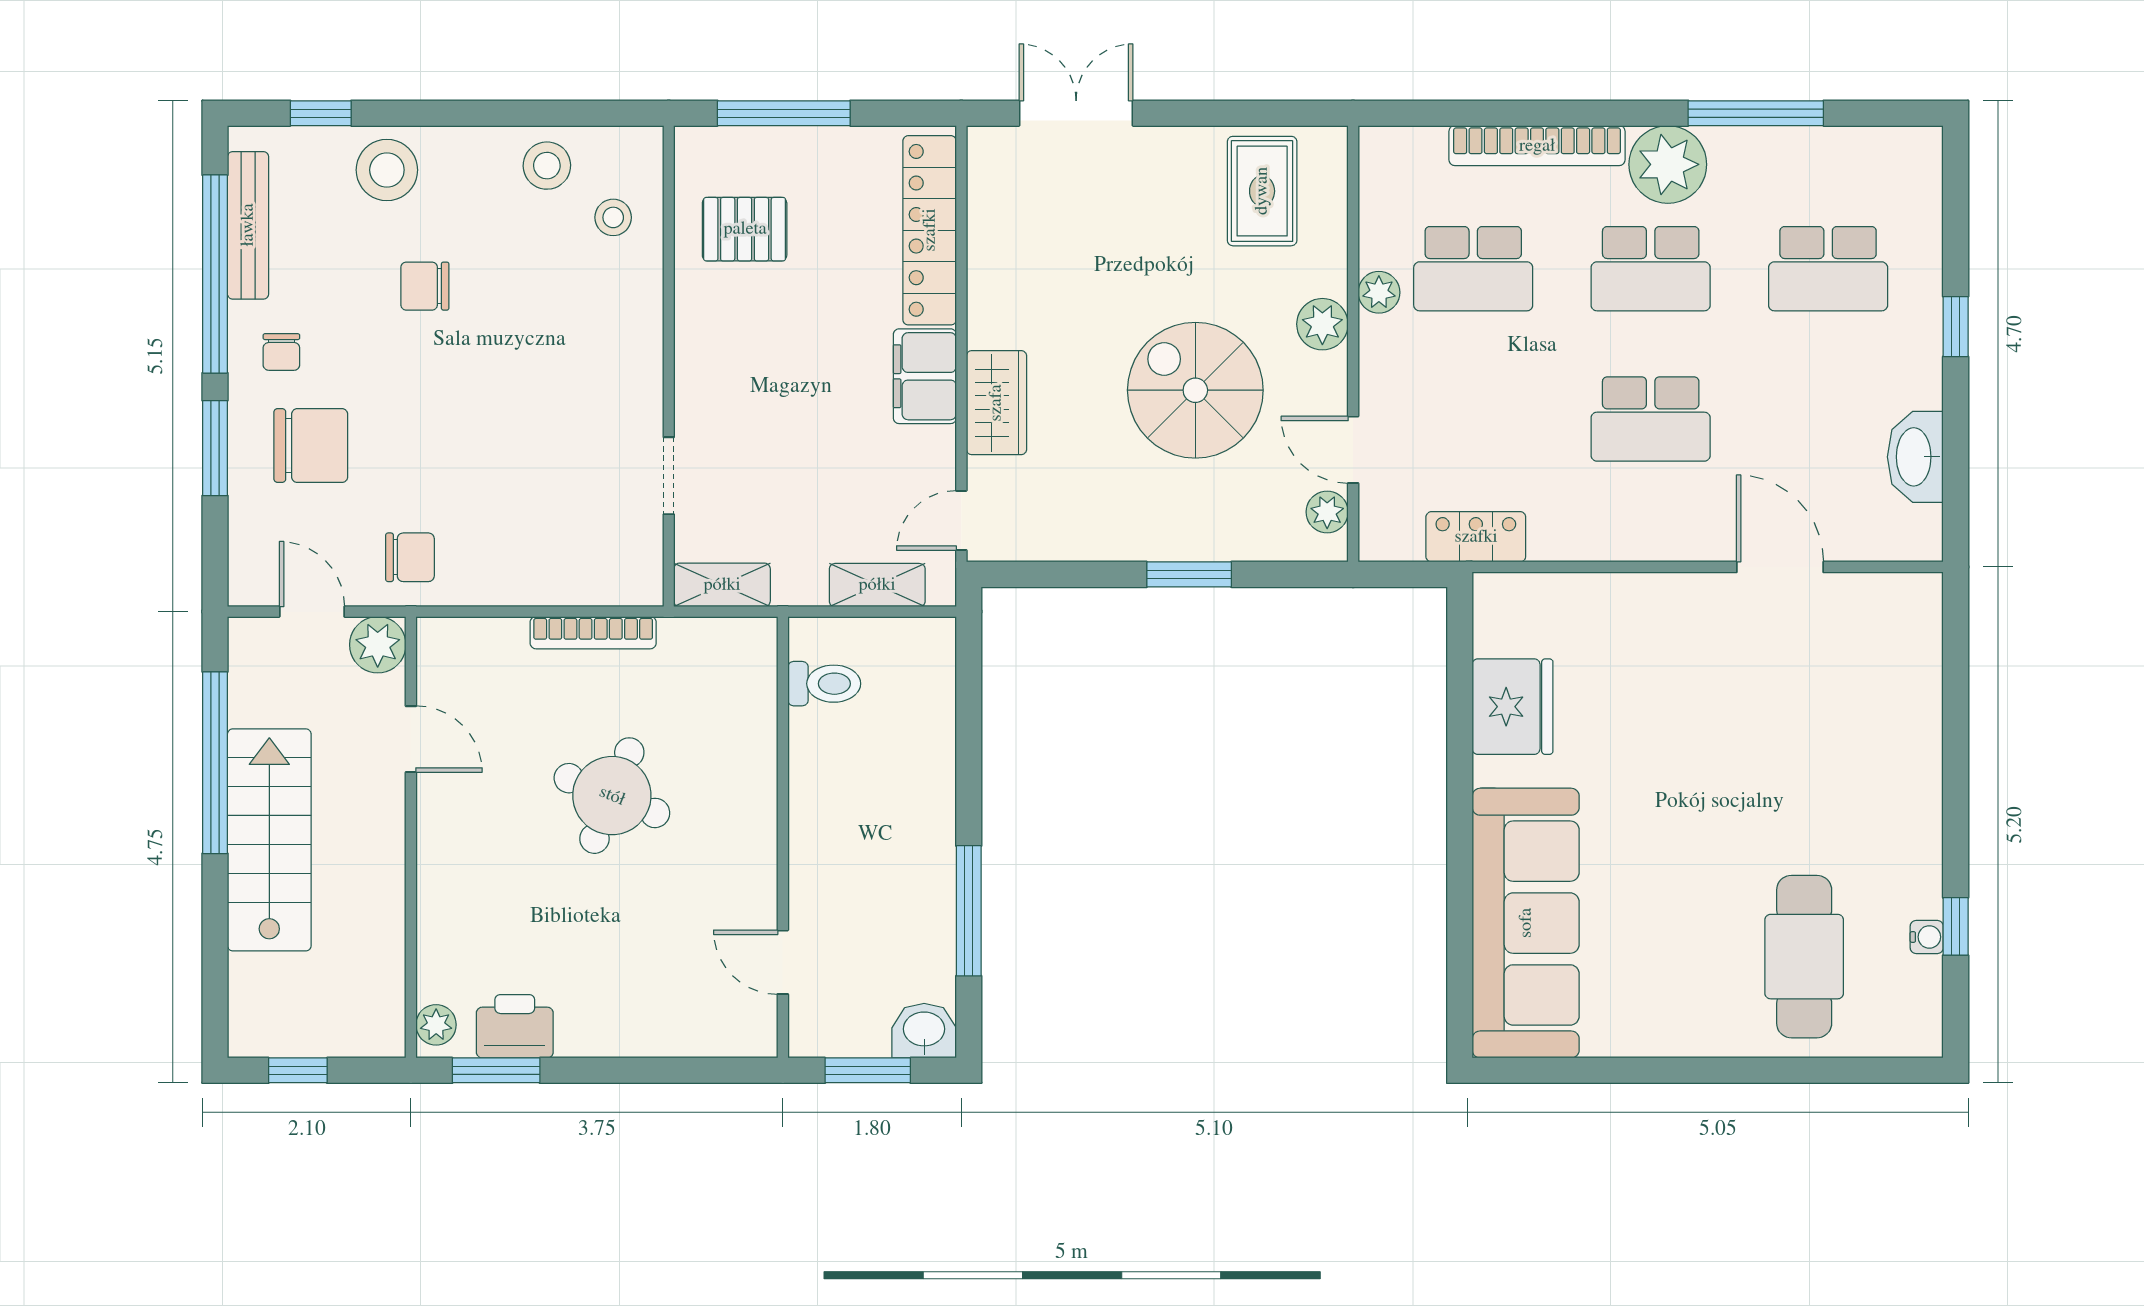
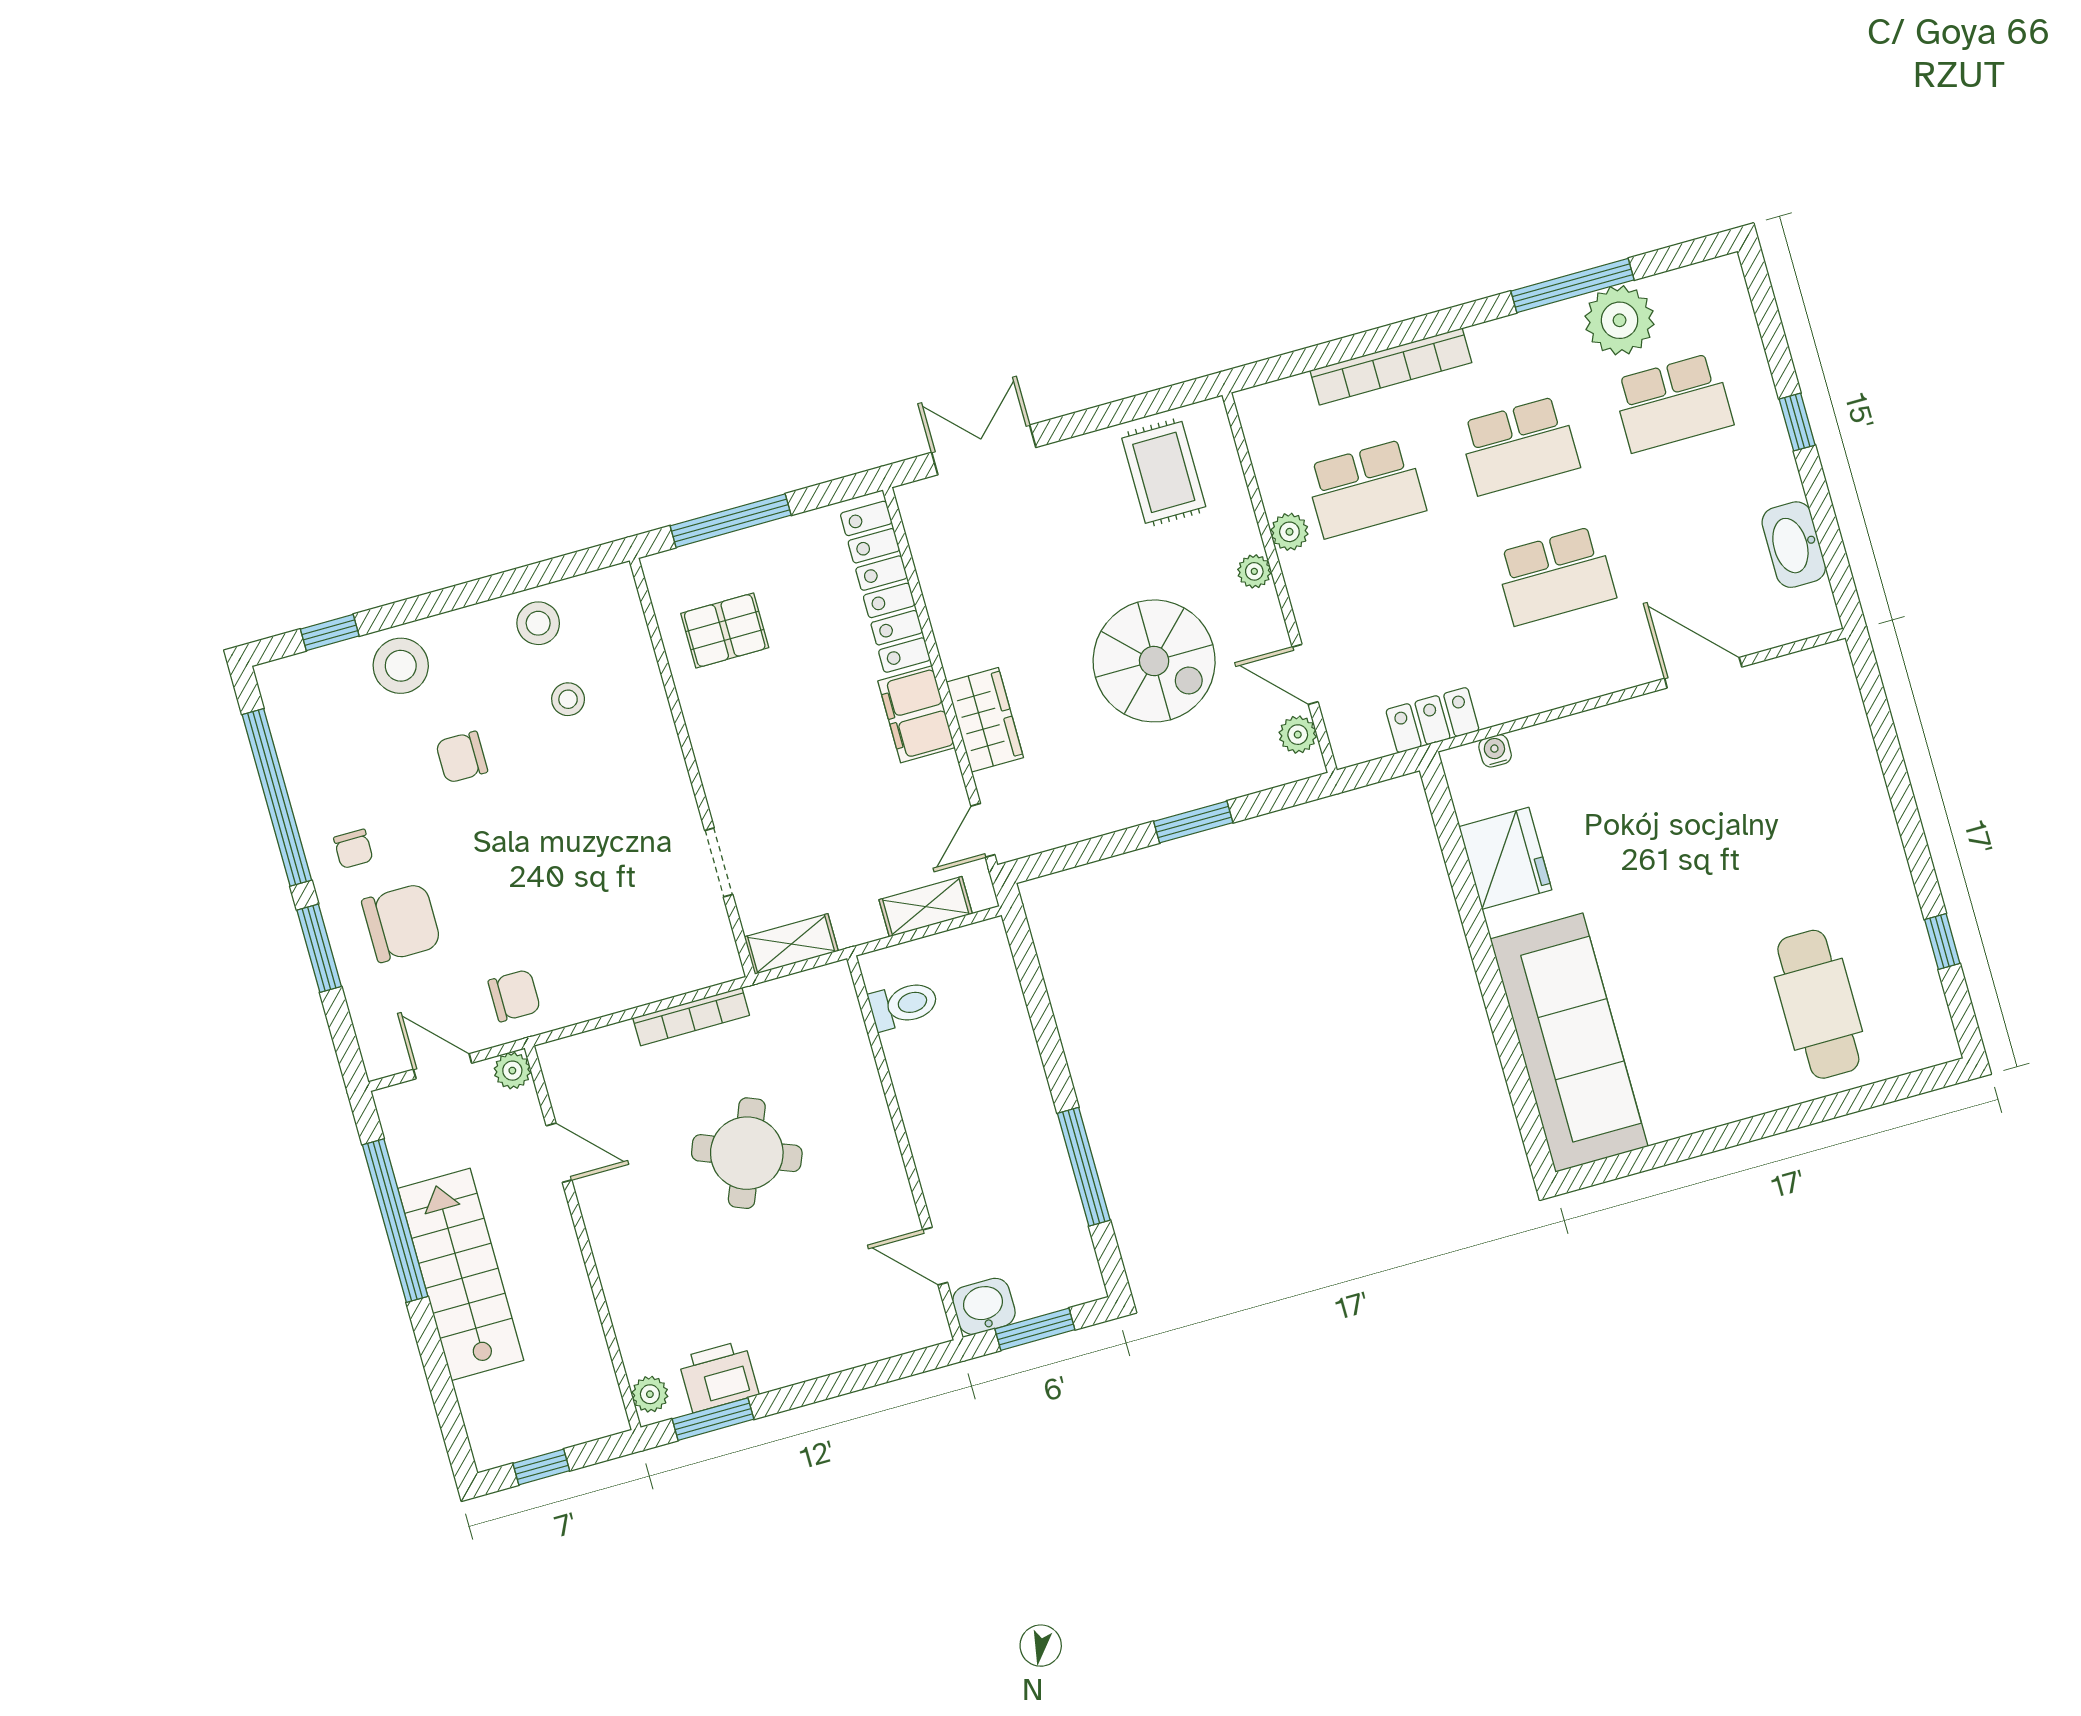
plant: (1668, 164) -> (1620, 320), moved
stool: (613, 217) -> (568, 699), moved
bench: (248, 225) -> (294, 747), removed
plant: (1322, 324) -> (1254, 571), width x0.73, depth x0.73
spiral stairs: (1195, 390) -> (1154, 661), turned 180
plant: (378, 645) -> (512, 1071), width x0.73, depth x0.73
water cooler: (1927, 937) -> (1495, 751), moved, turned -90
washbasin: (924, 1031) -> (984, 1306), moved

